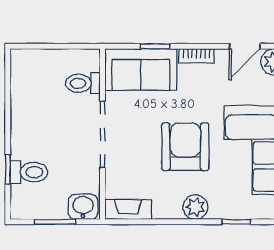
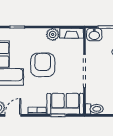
toilet: (83, 83) -> (94, 109), moved
armchair: (185, 147) -> (43, 65), turned 180
plant: (195, 207) -> (53, 34), moved

